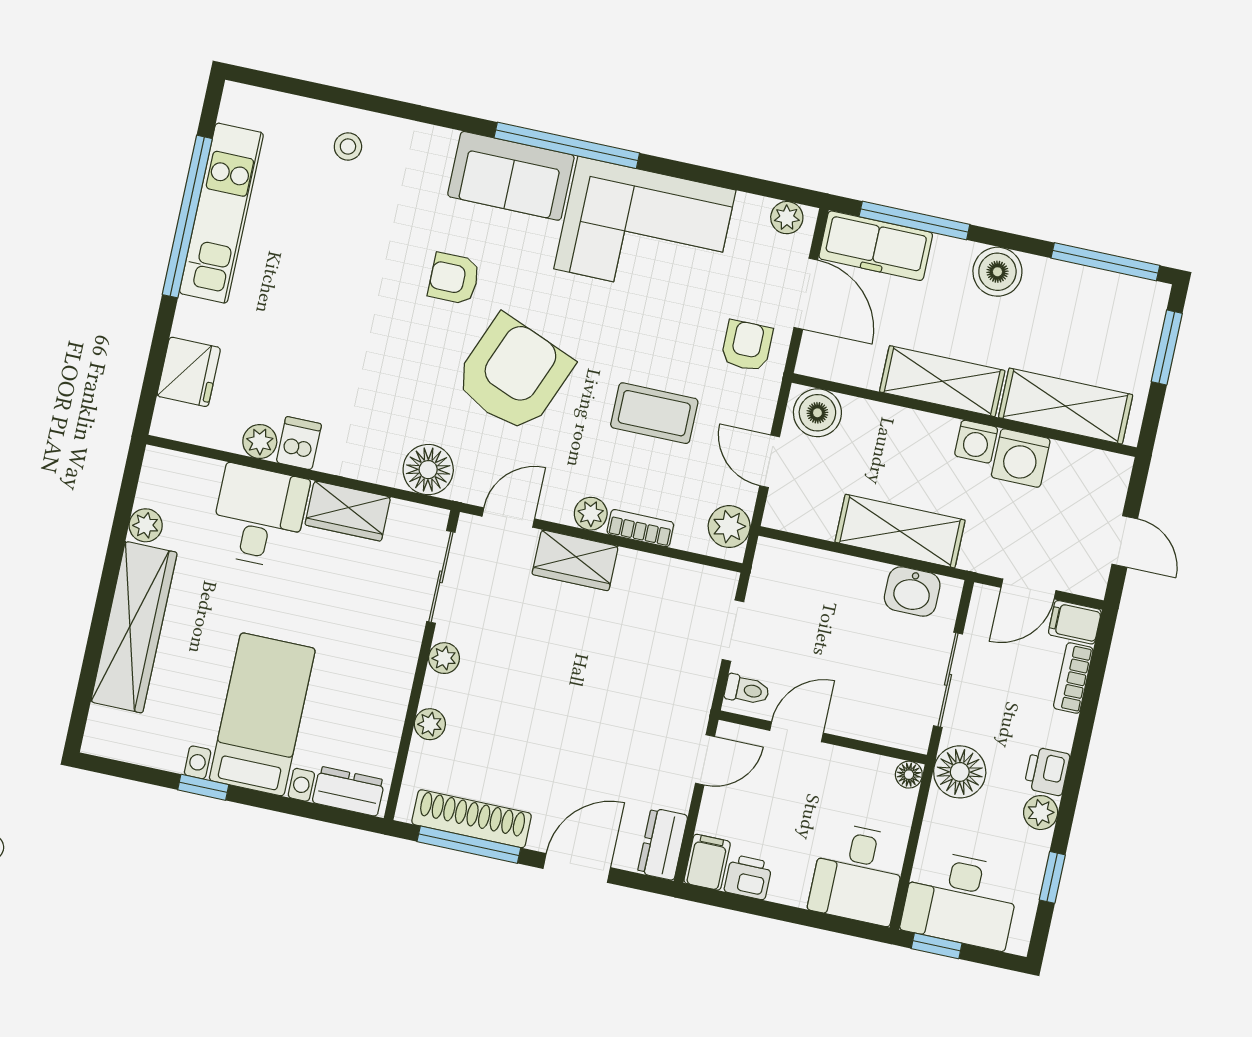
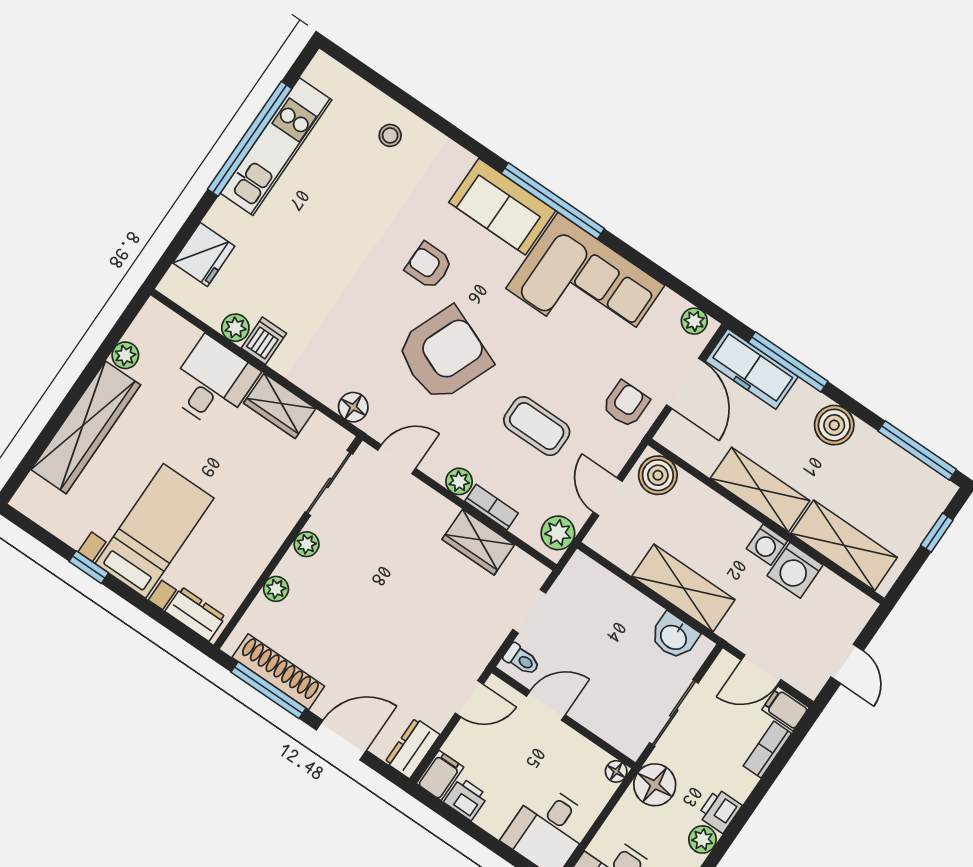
window: (1167, 348) -> (937, 533), width x0.67
floor lamp: (428, 470) -> (353, 407), width x0.73, depth x0.73
wardrobe: (575, 560) -> (478, 542), moved

